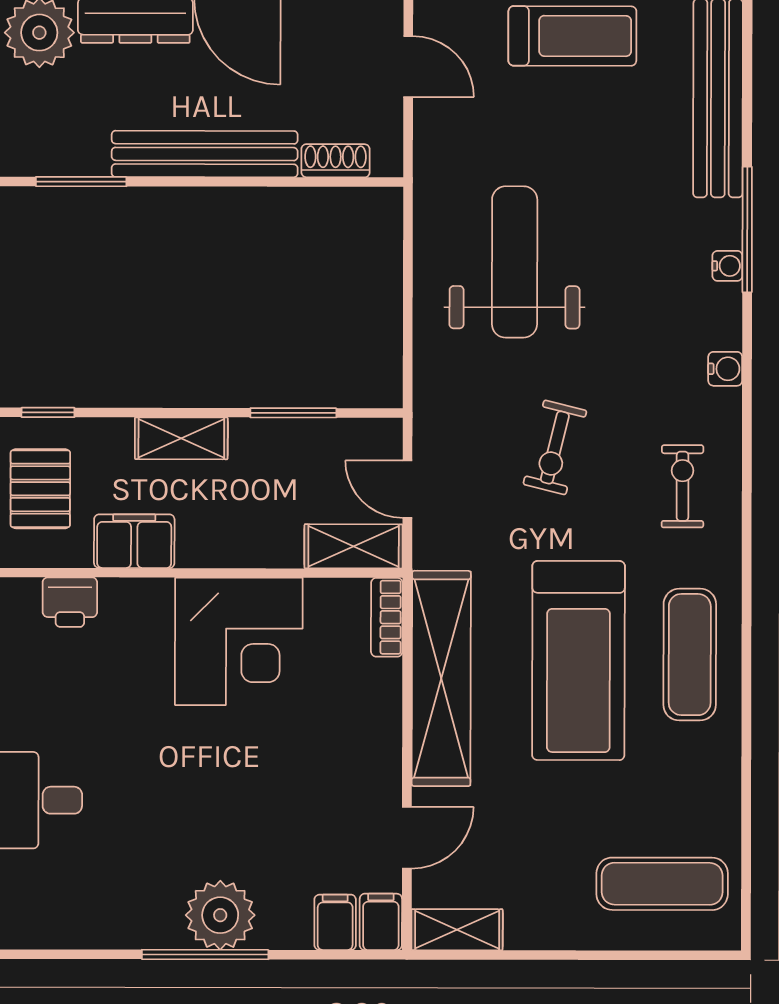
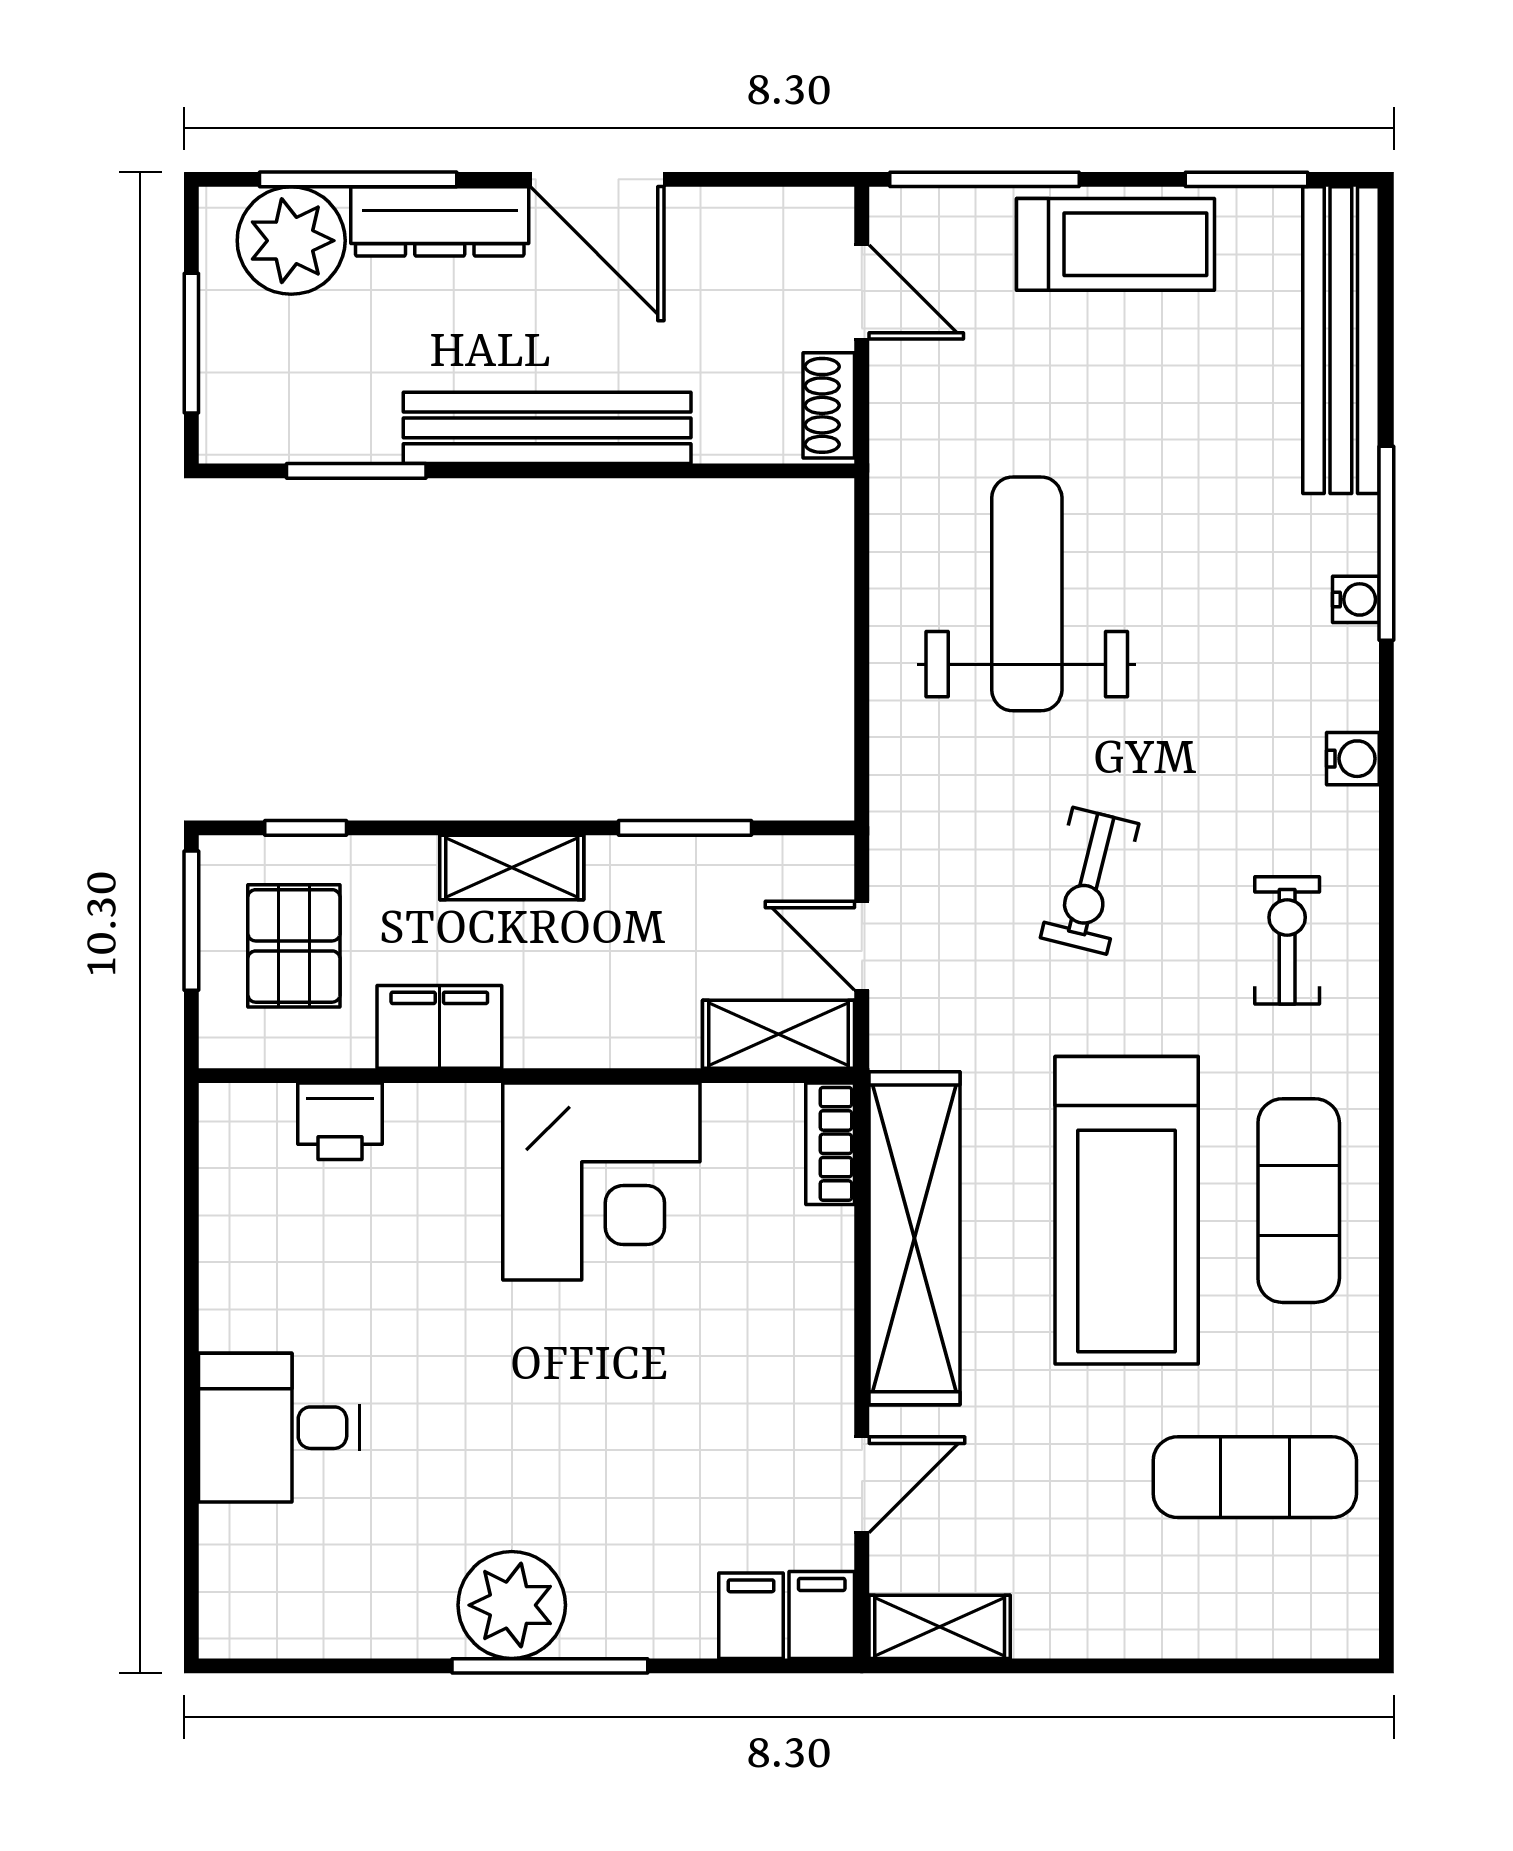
shoe rack: (336, 161) -> (829, 405), moved, turned -90
exercise mat: (662, 884) -> (1255, 1477), moved
plant: (220, 915) -> (512, 1605), moved

